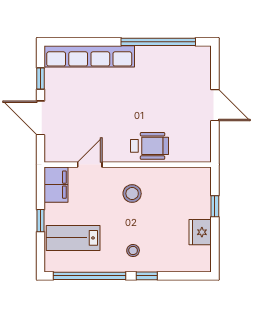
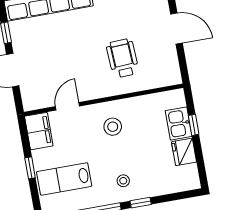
wheelchair: (150, 146) -> (123, 58), moved, turned -93
kitchen sink: (200, 202) -> (179, 124), added

